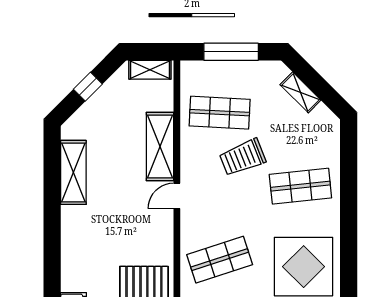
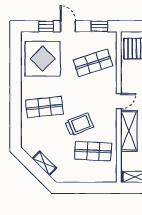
window: (231, 52) -> (86, 188), removed

